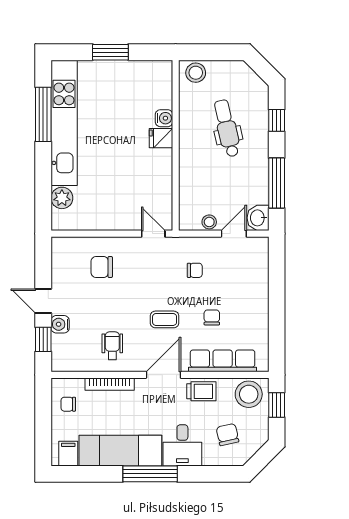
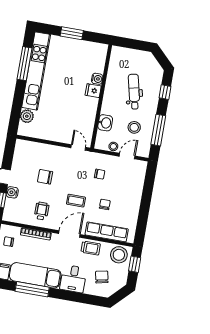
stool: (196, 73) -> (134, 127), moved
washbasin: (258, 218) -> (105, 123), moved, turned 180
chair: (102, 267) -> (45, 177), moved
window: (150, 474) -> (32, 289), moved

